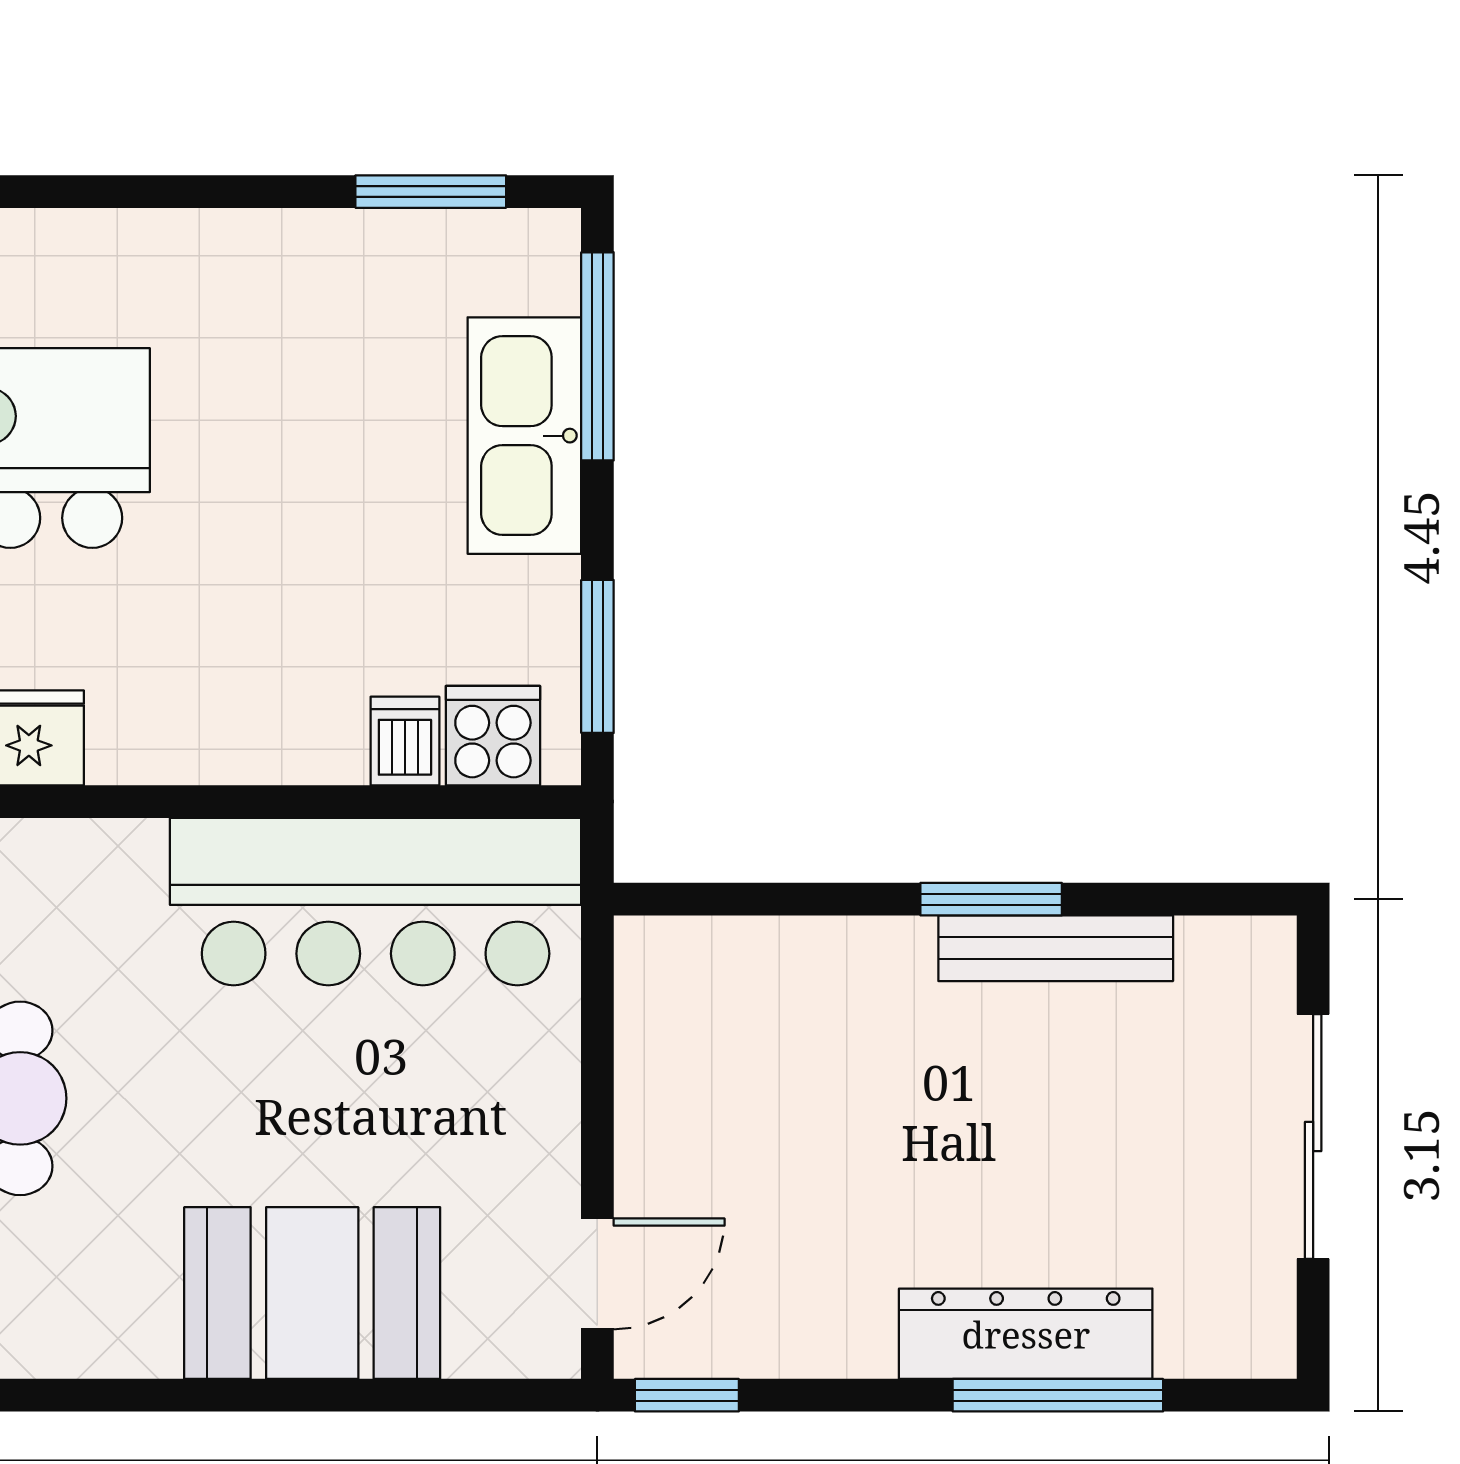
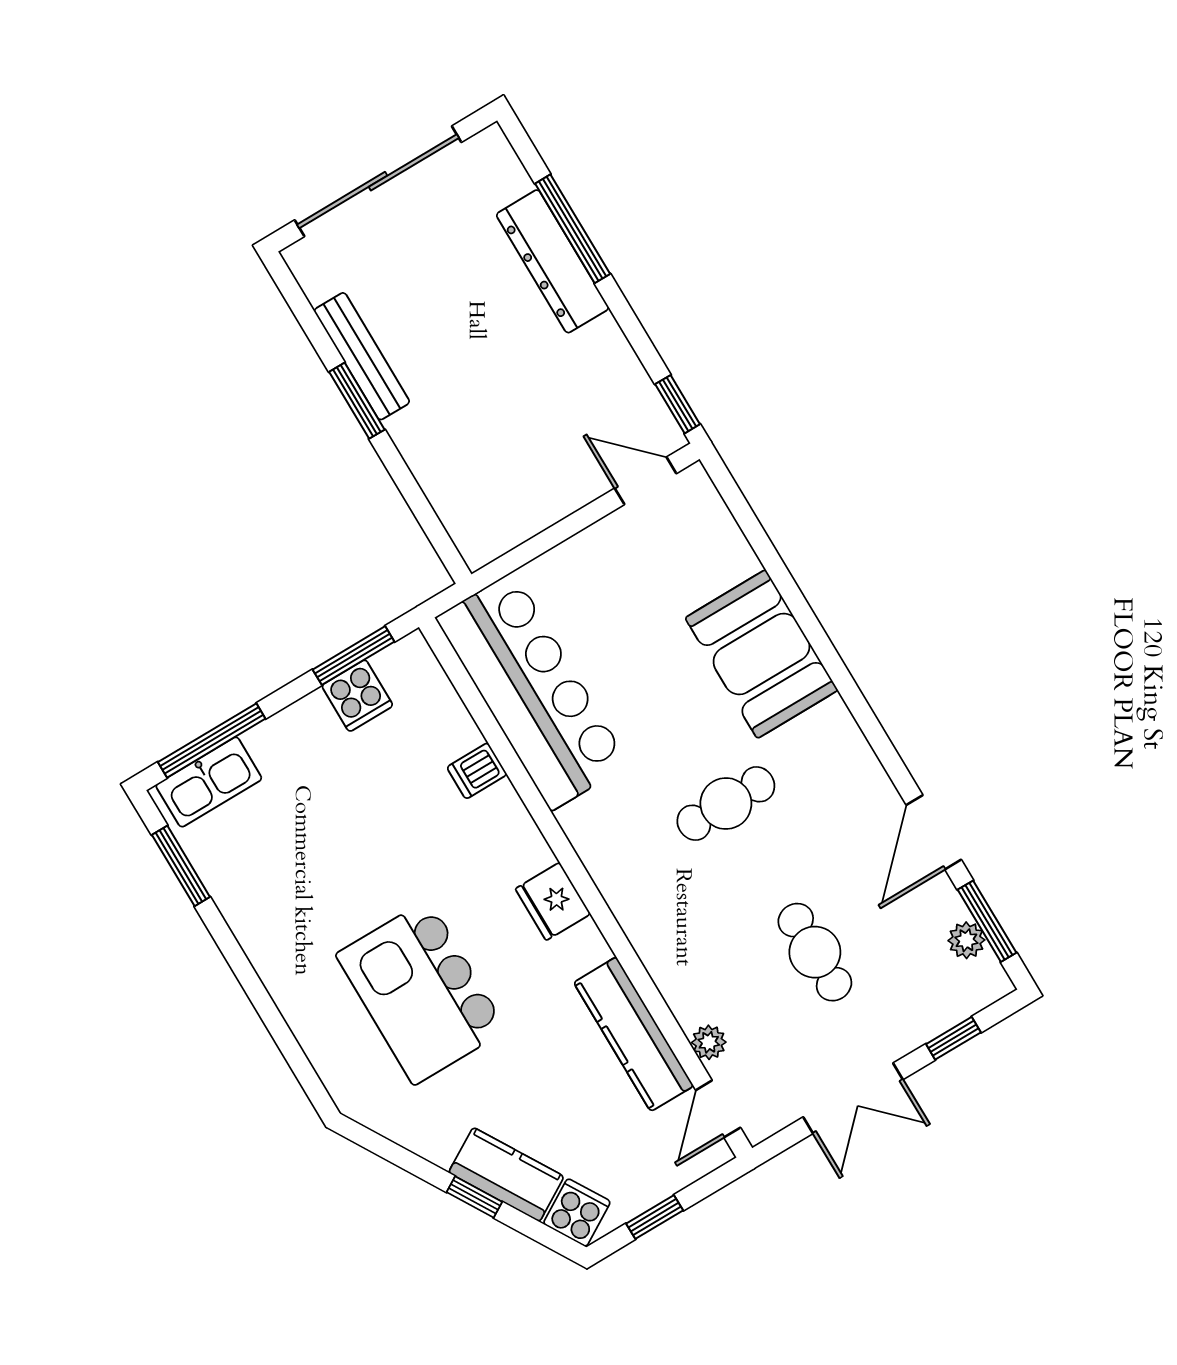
kitchen sink: (524, 436) -> (209, 782), moved, width x0.73, depth x0.81
cooker: (493, 736) -> (357, 696), moved, turned -90
dishwasher: (405, 741) -> (477, 771), moved
sliding door: (1313, 1137) -> (378, 181), width x1.36
booth: (312, 1293) -> (761, 654), moved

